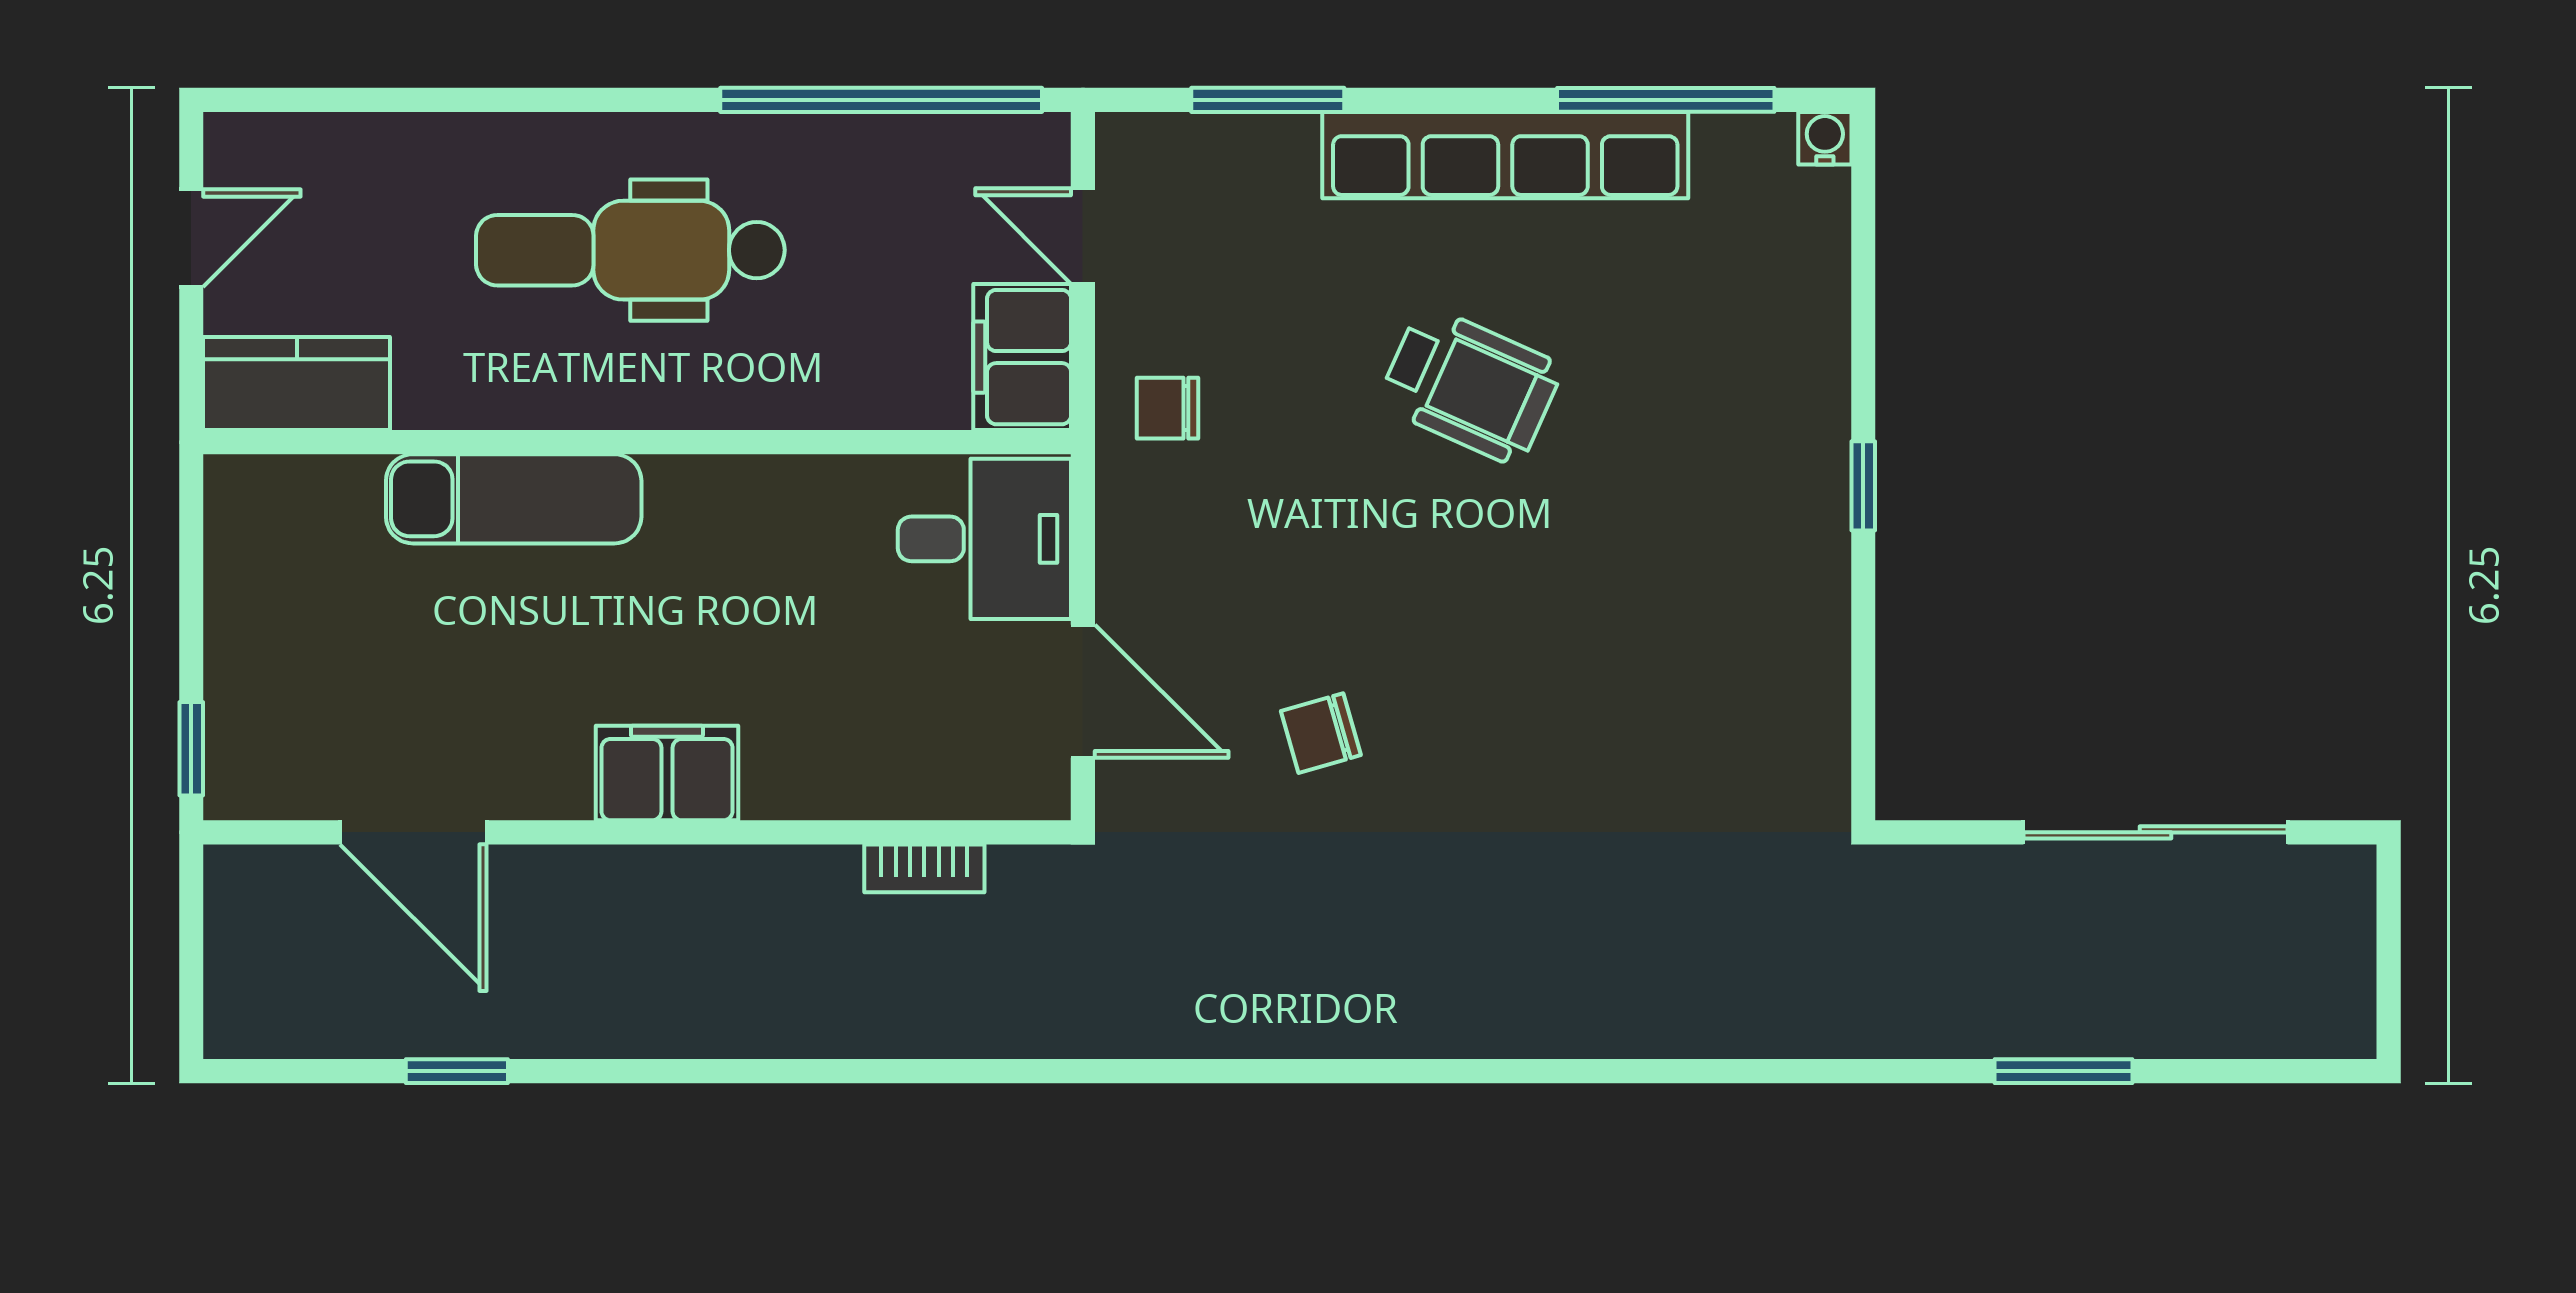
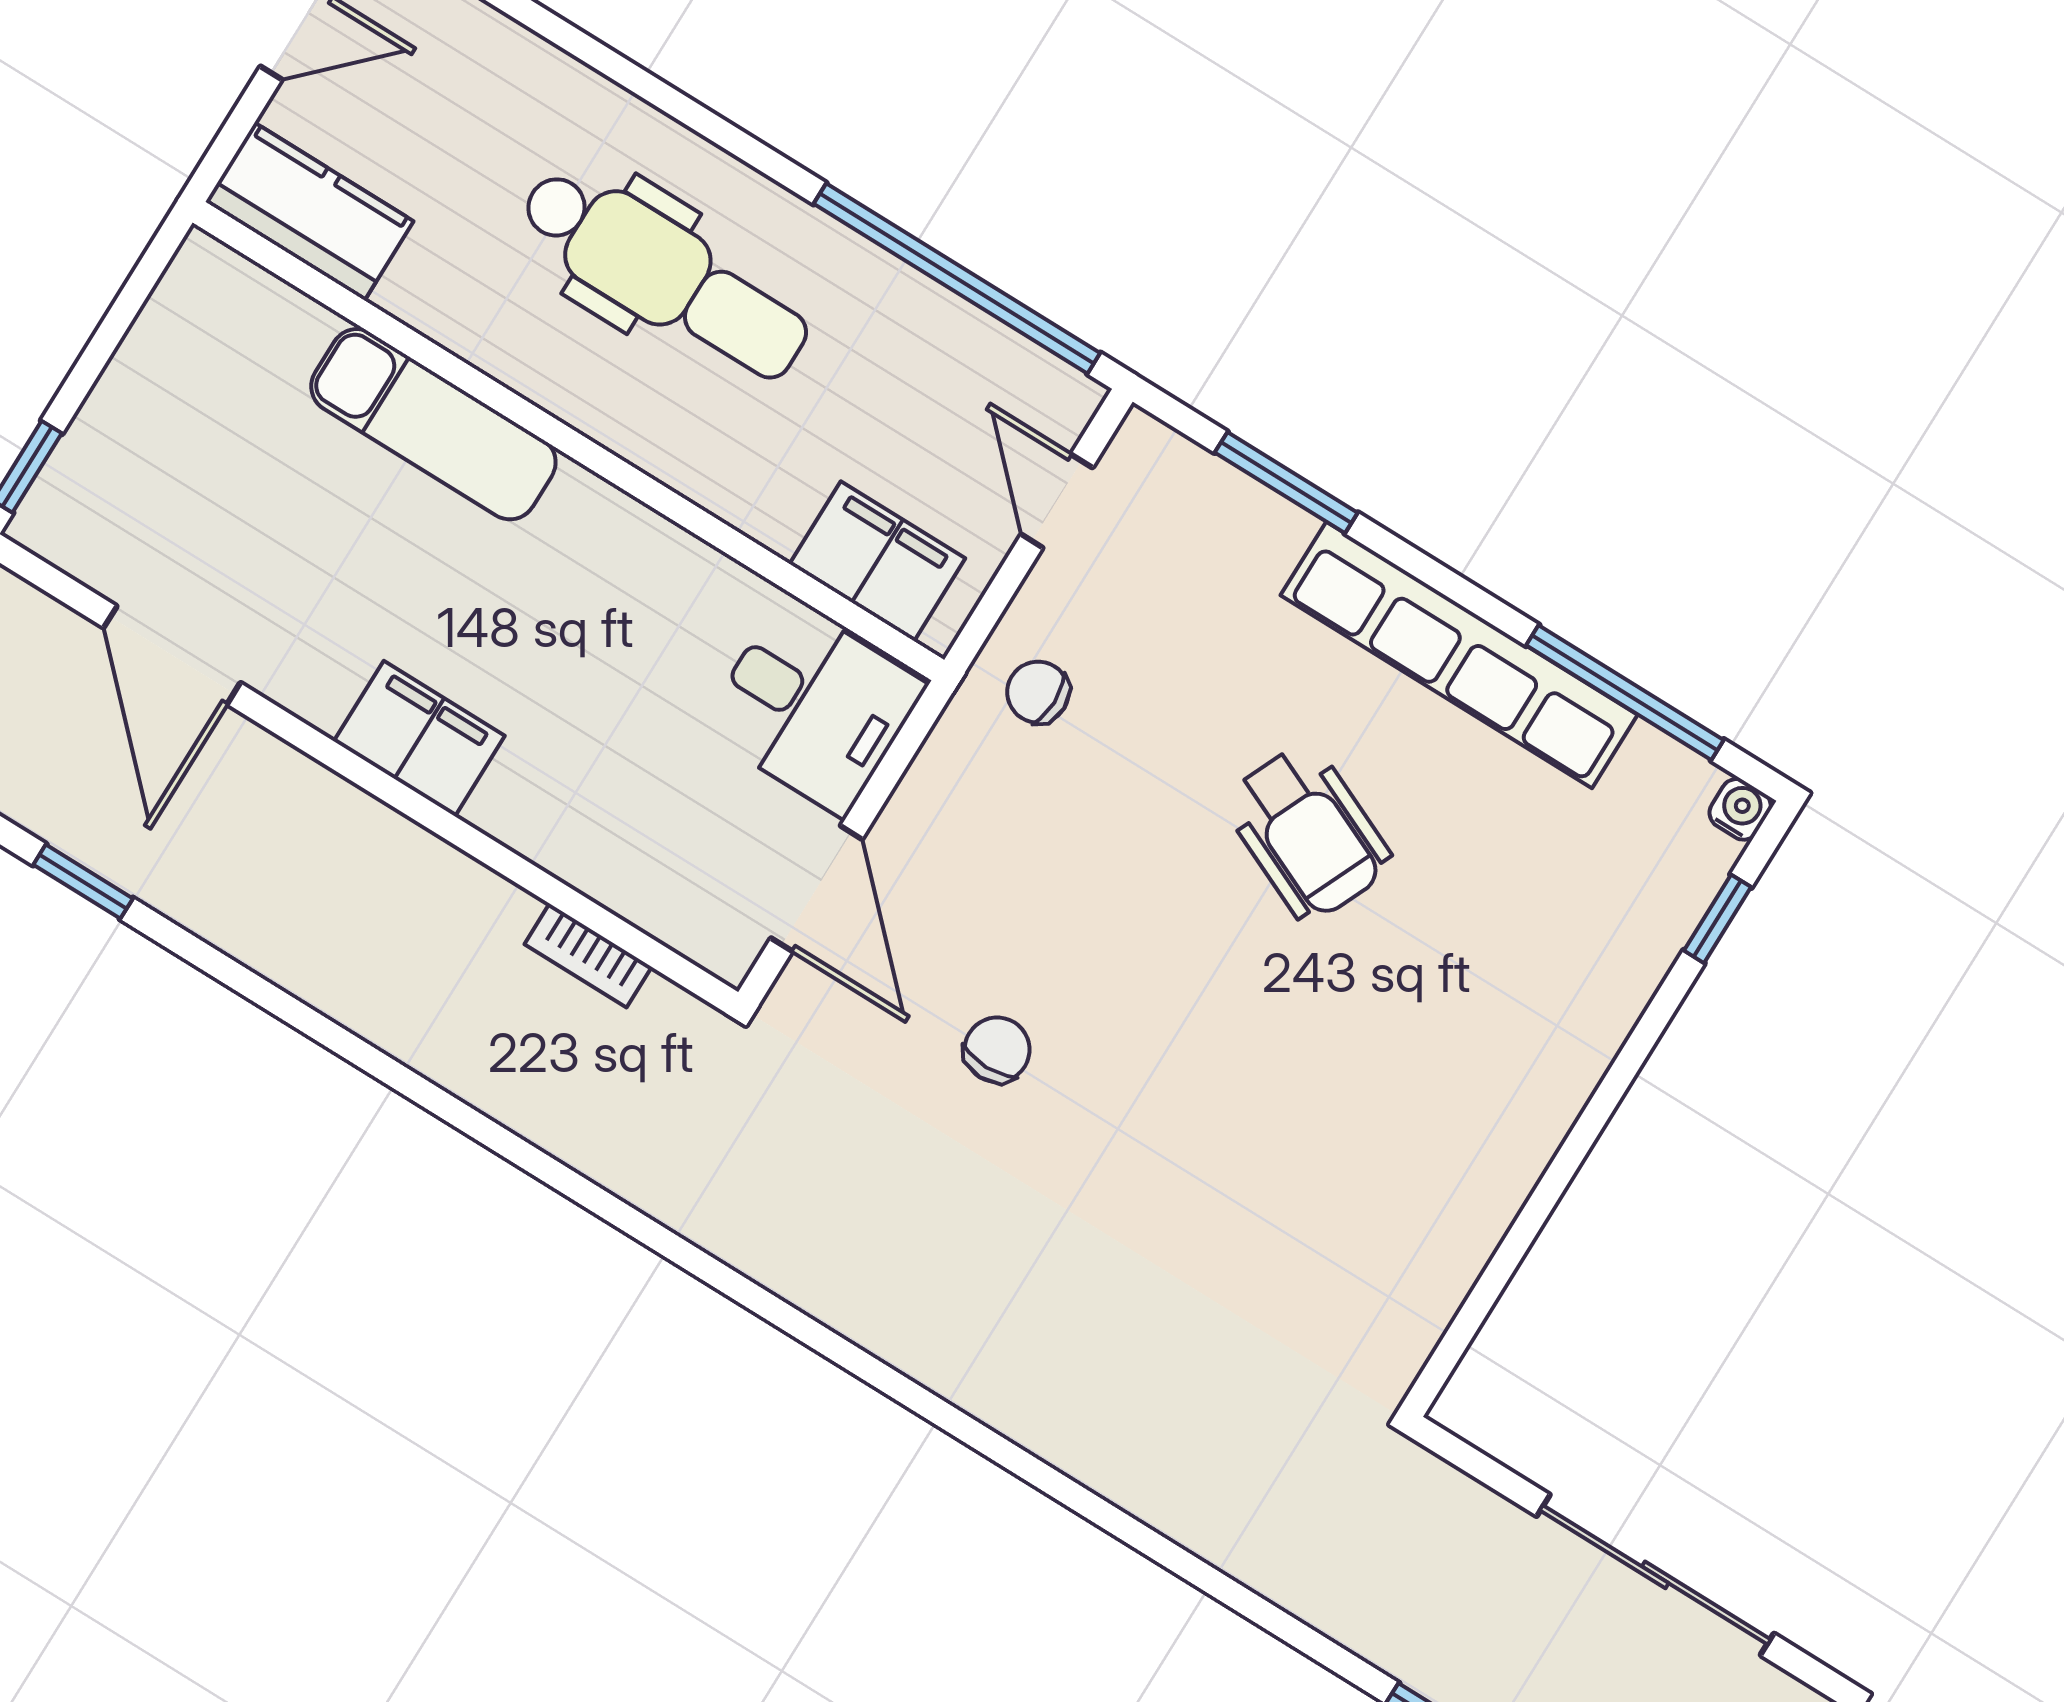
dental chair: (630, 250) -> (664, 274), turned 180
filing cabinet: (1022, 357) -> (877, 561), moved, turned 90
window: (1863, 486) -> (1717, 919), moved
chair: (1321, 733) -> (997, 1050), turned 106

